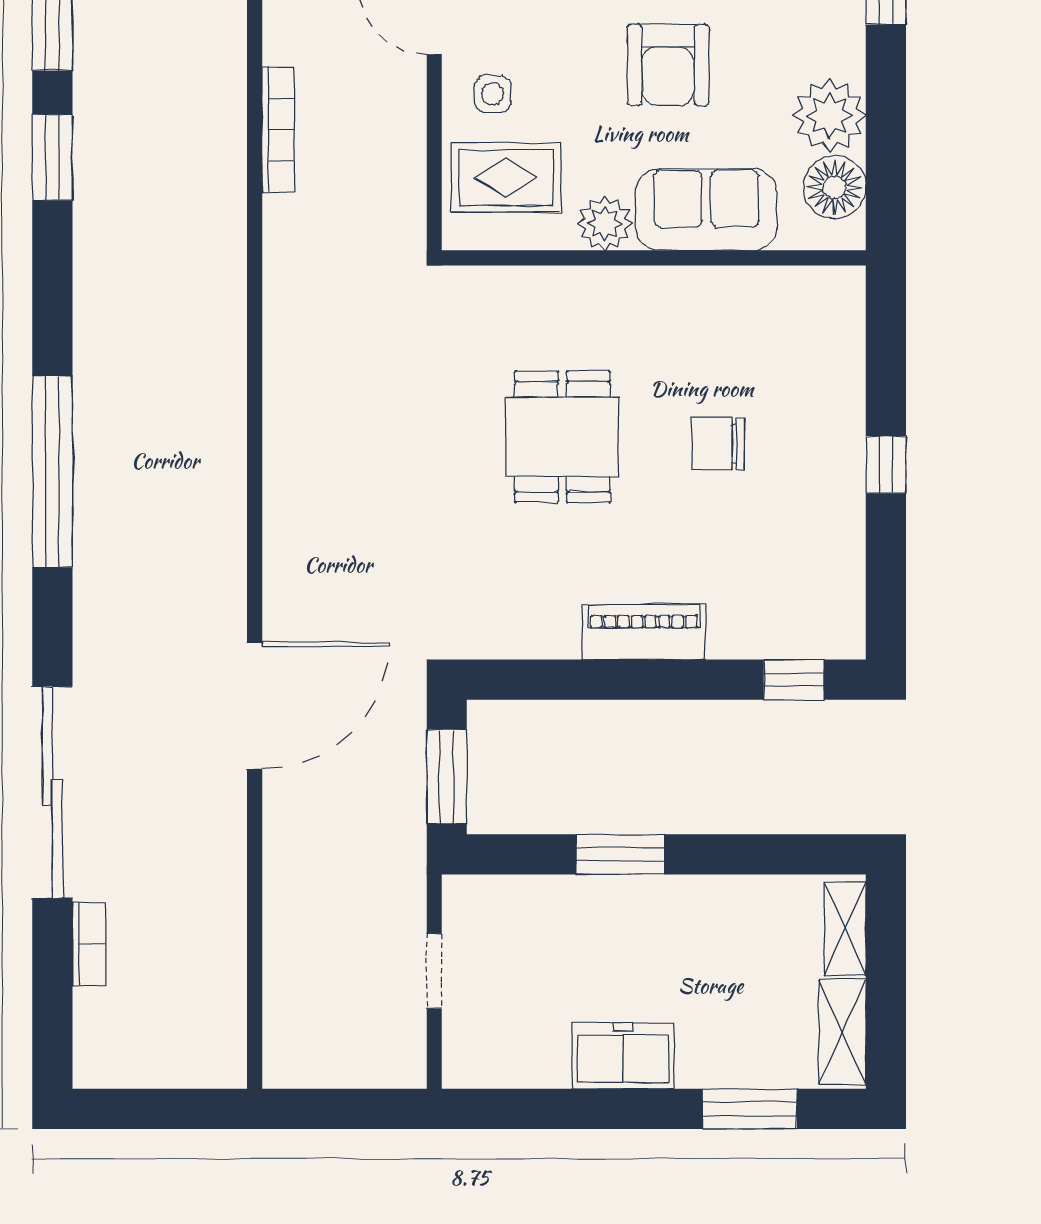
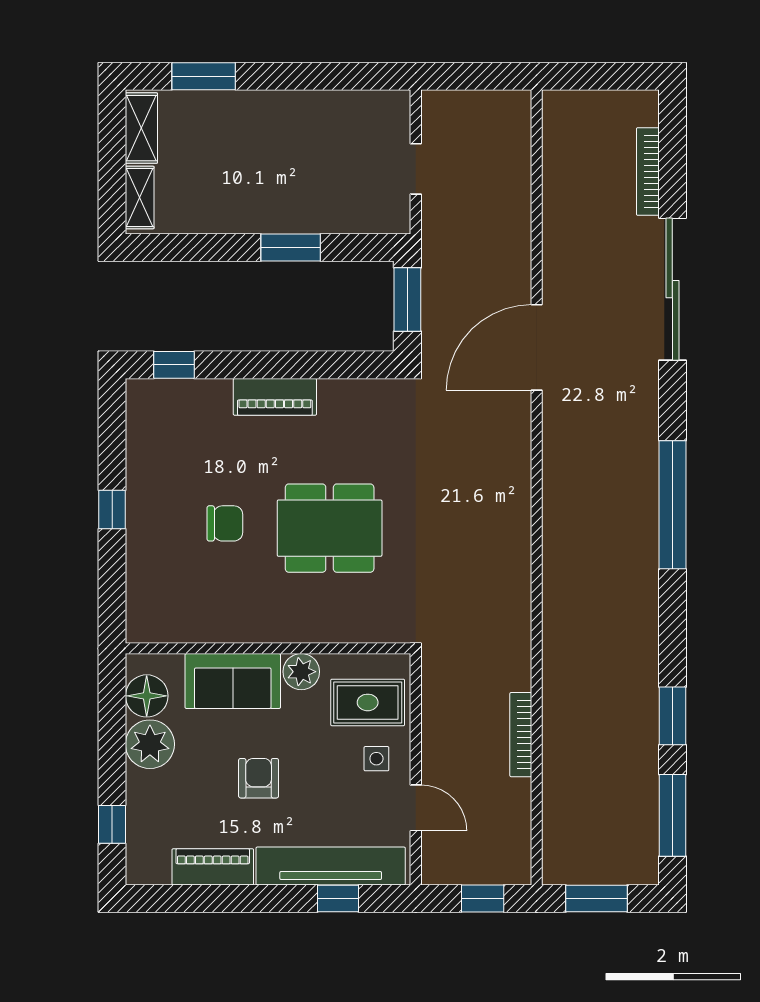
armchair: (668, 65) -> (259, 778), width x0.72, depth x0.72
dining table: (562, 437) -> (330, 528), width x1.38
bookcase: (89, 944) -> (648, 171), width x1.56
freezer: (623, 1056) -> (289, 112), removed

